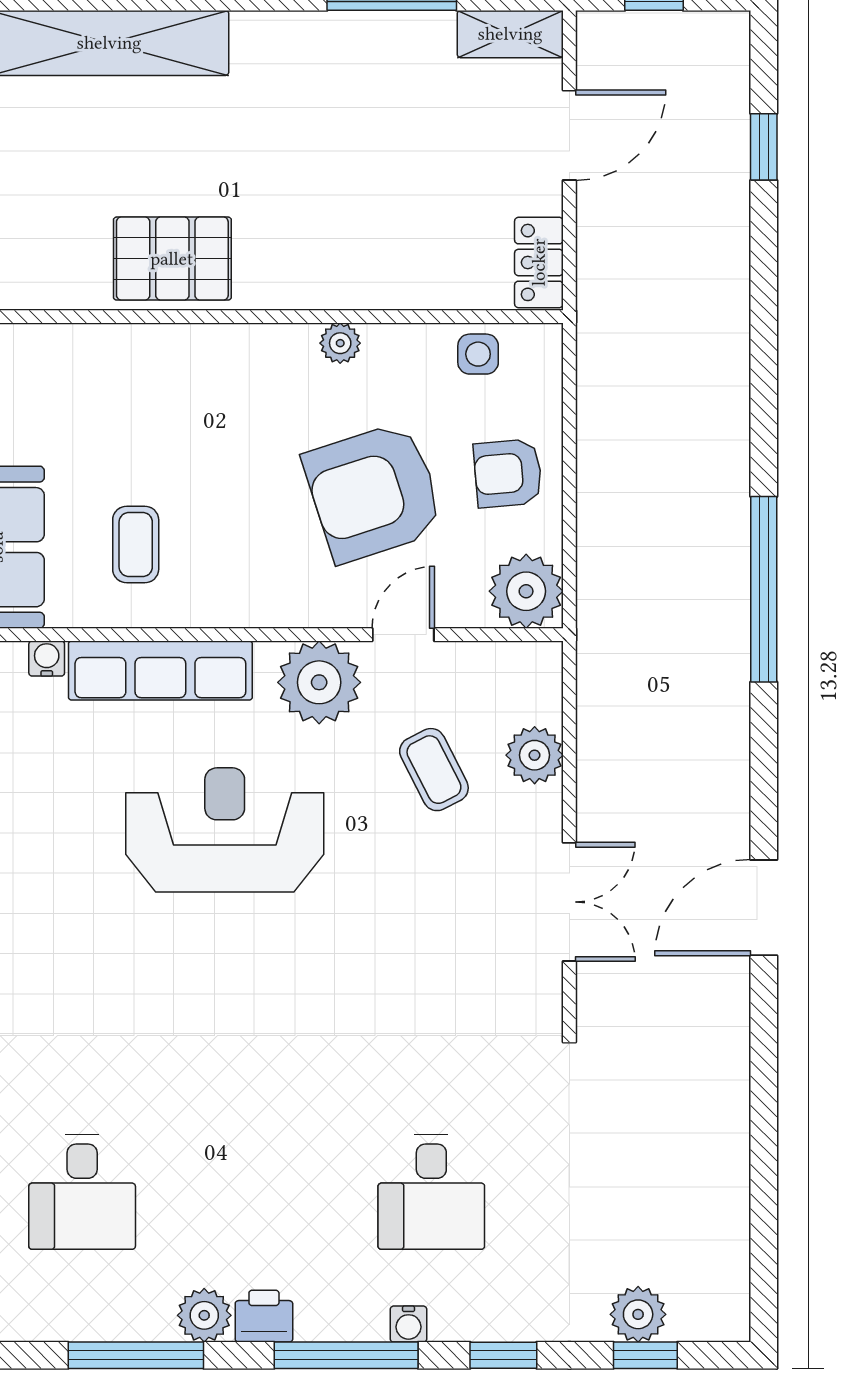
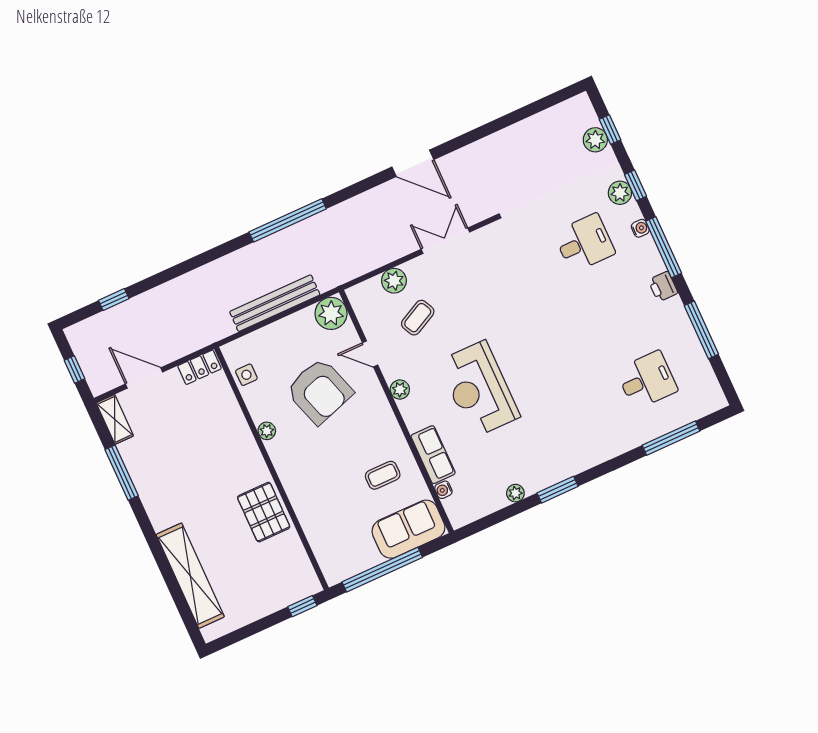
armchair: (508, 473) -> (288, 342), removed
bench: (602, 482) -> (275, 303), added
row of seats: (160, 670) -> (433, 455), width x0.68
plant: (319, 682) -> (400, 390), width x0.53, depth x0.53
plant: (204, 1315) -> (620, 193), moved

